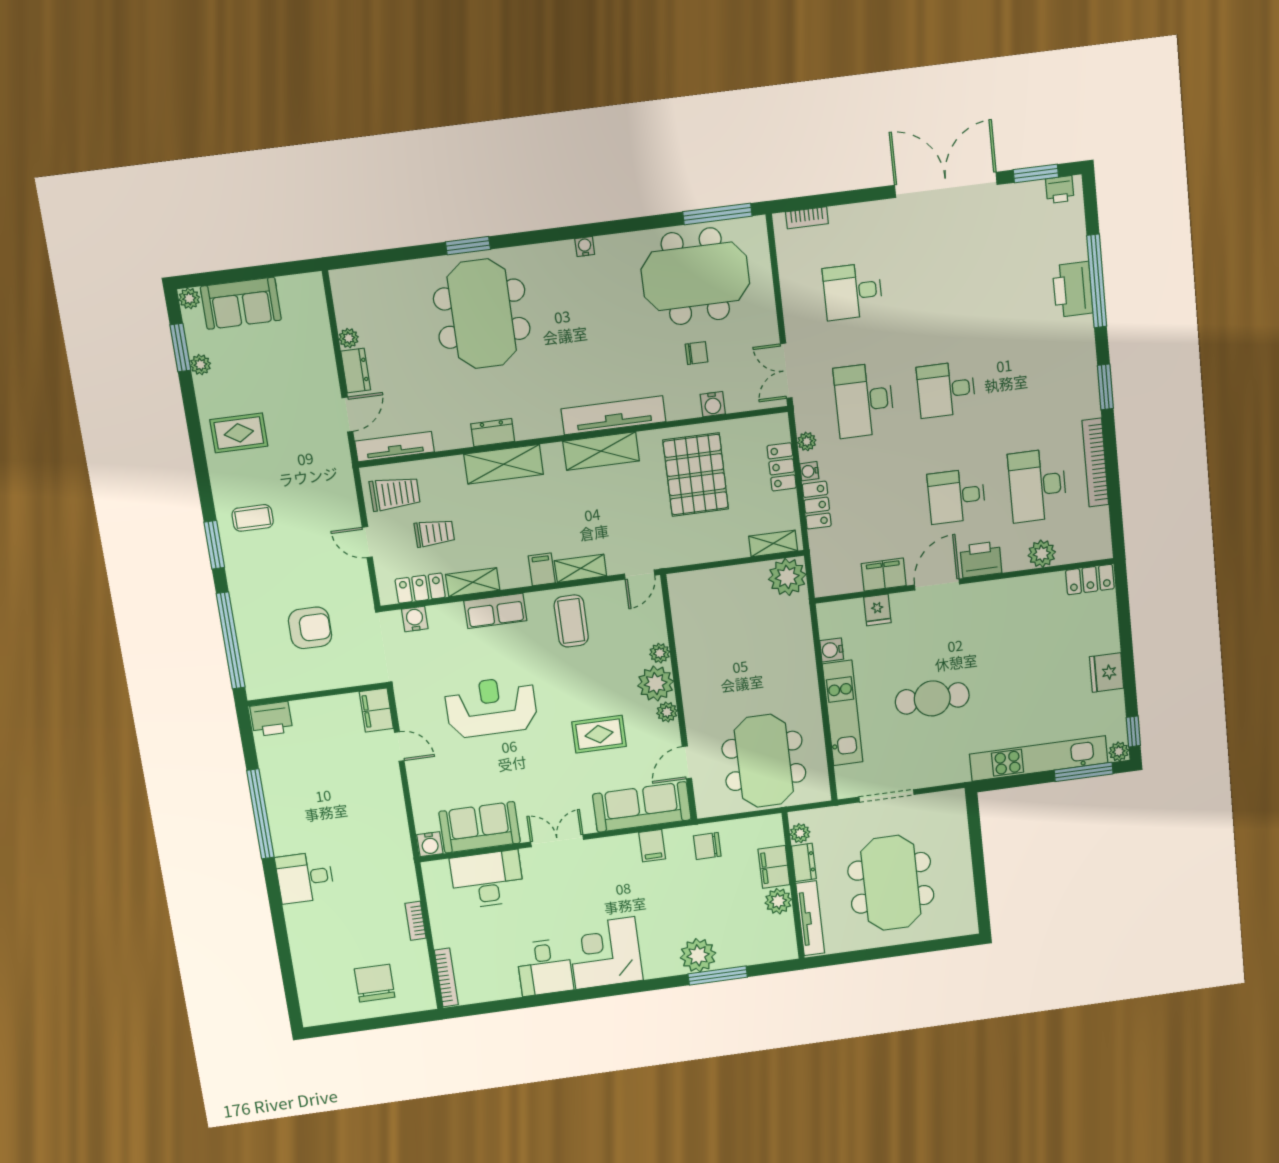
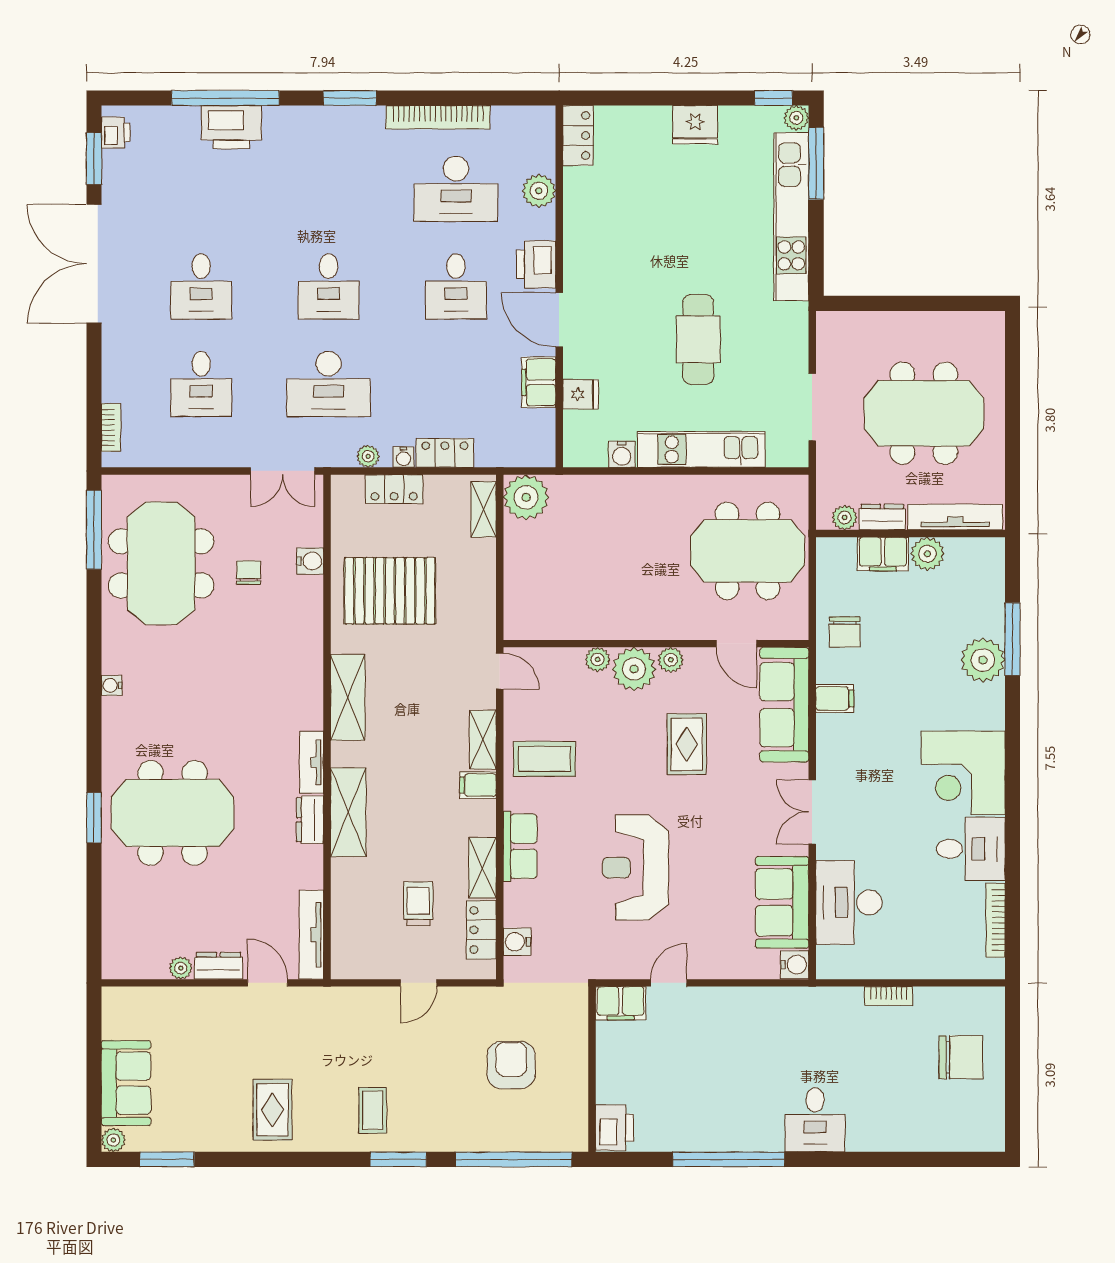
desk: (935, 281) -> (201, 286), added
plant: (200, 365) -> (189, 1140), removed
tv unit: (614, 415) -> (312, 762), moved, width x0.52, depth x0.78
trolley: (395, 494) -> (366, 943), removed
bookcase: (446, 978) -> (996, 920), moved, turned -90
chair: (375, 983) -> (961, 1057), turned 180

